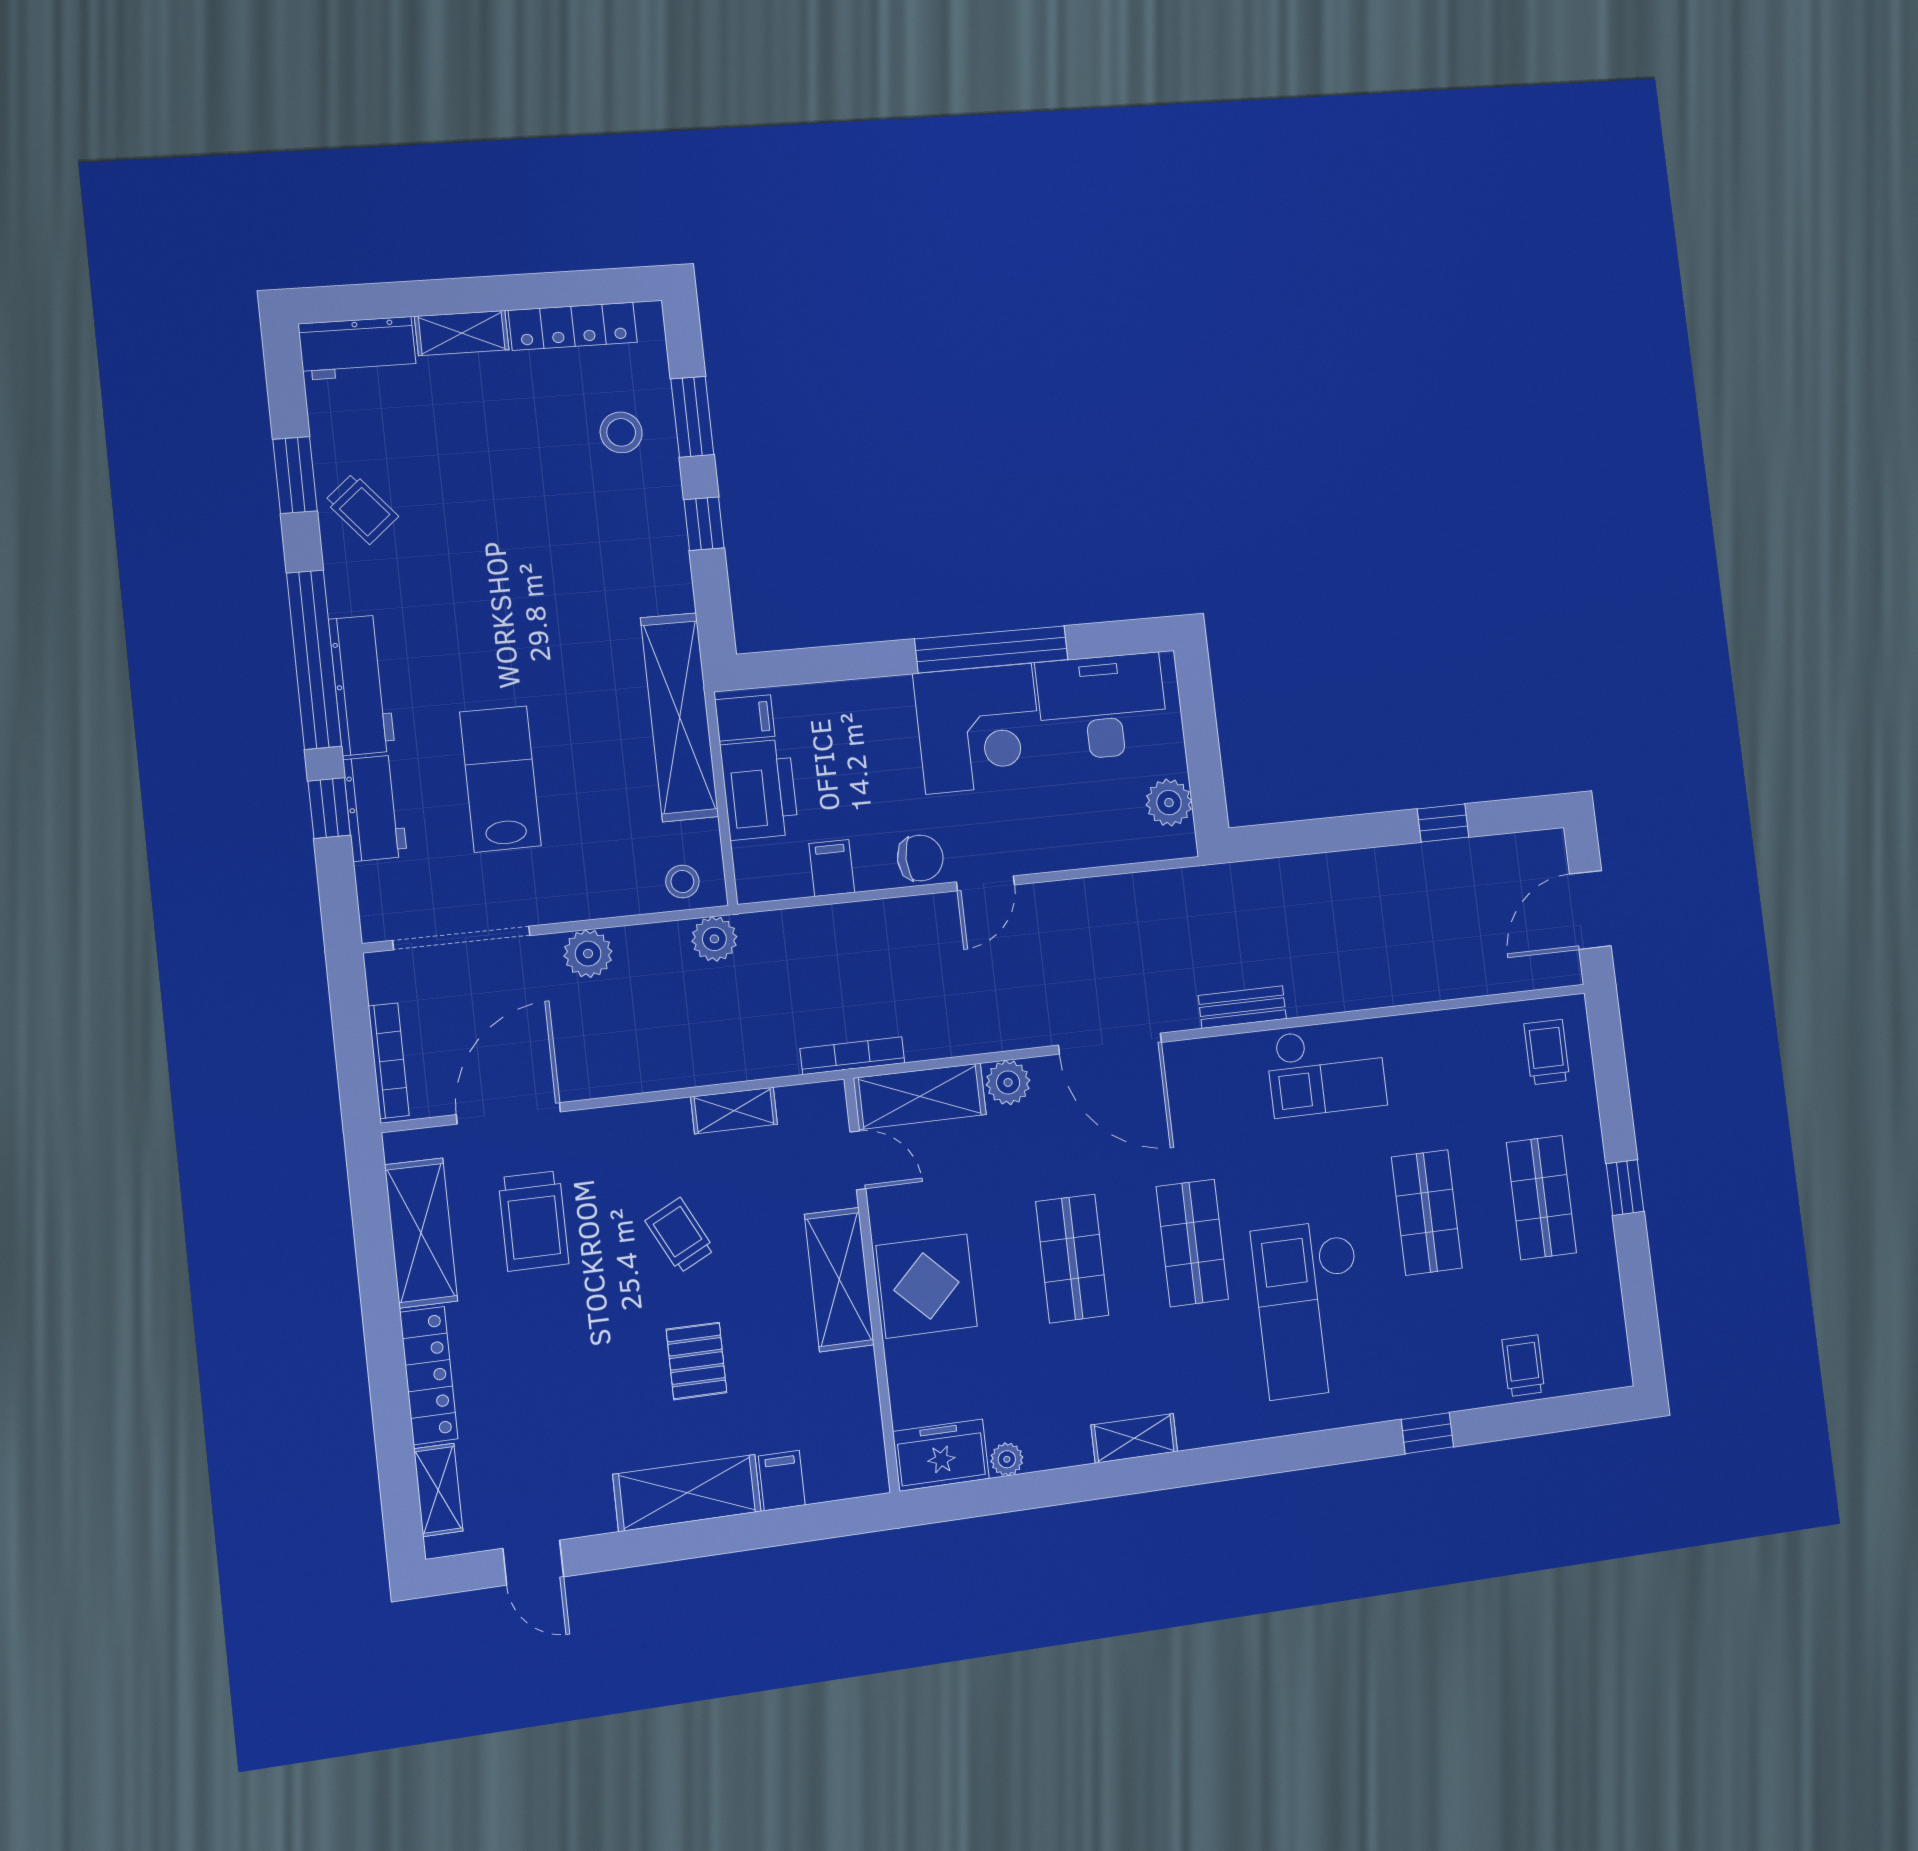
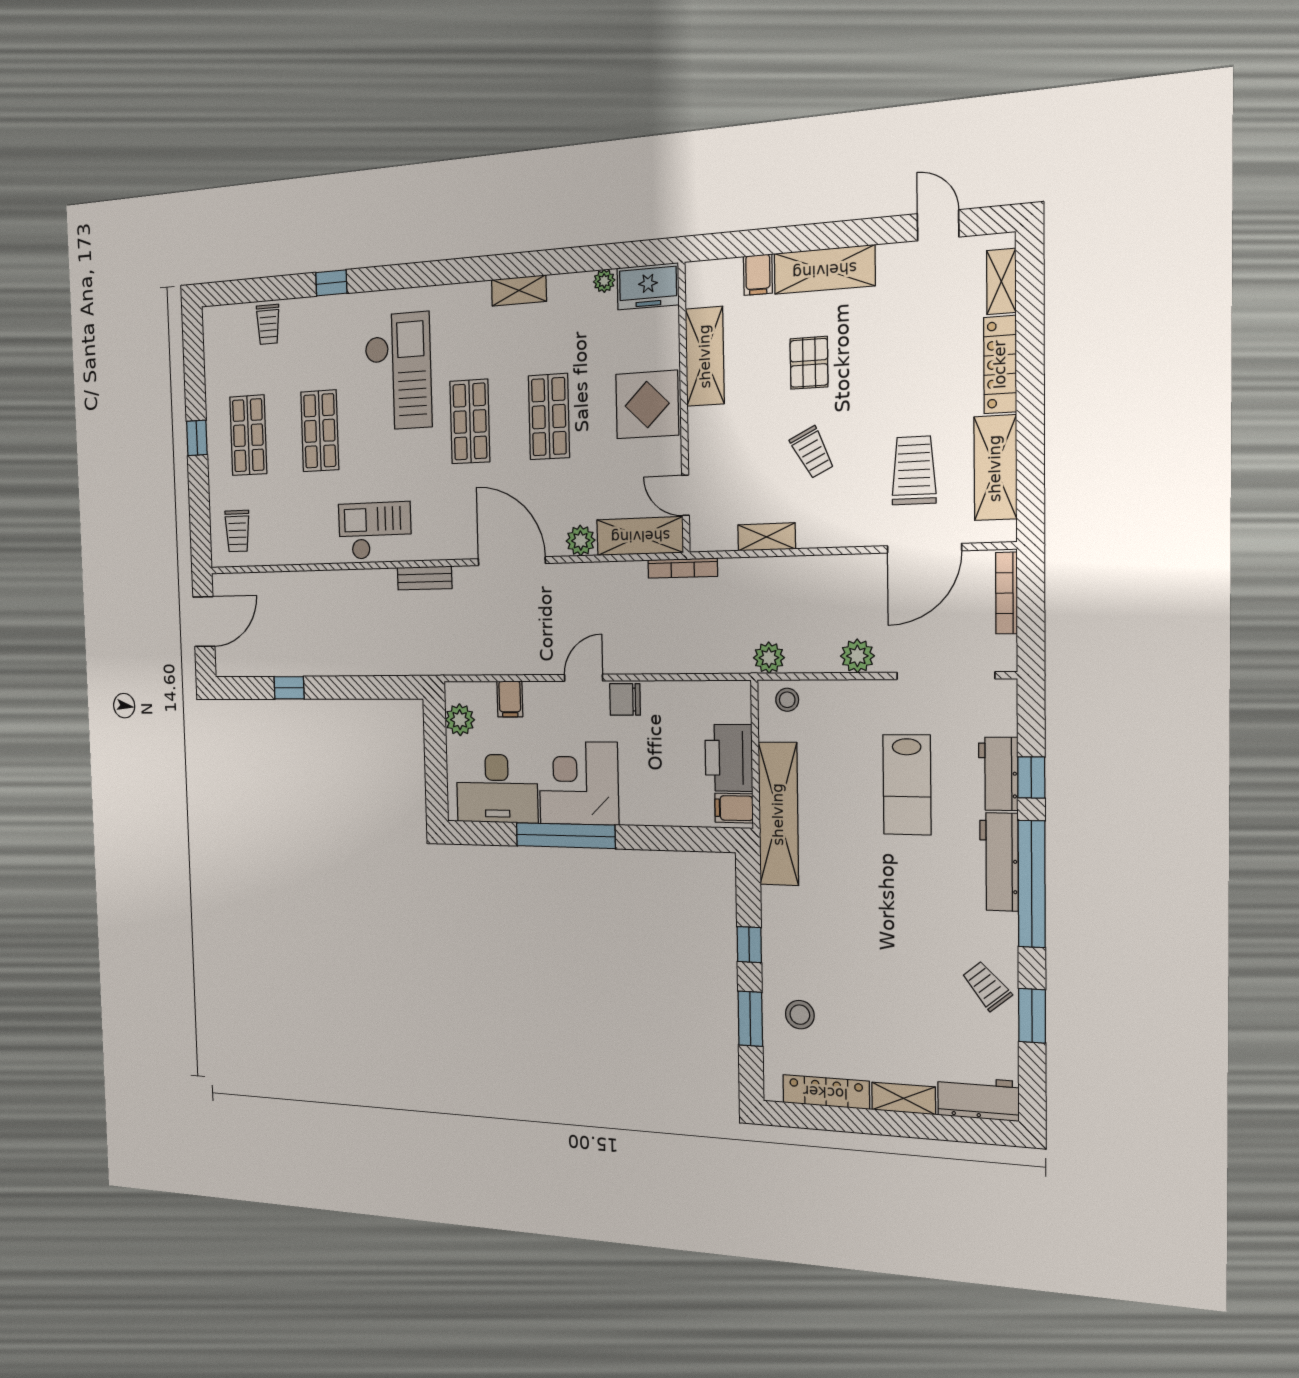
filing cabinet: (832, 868) -> (510, 699), moved
shelving: (839, 1280) -> (705, 356), moved

